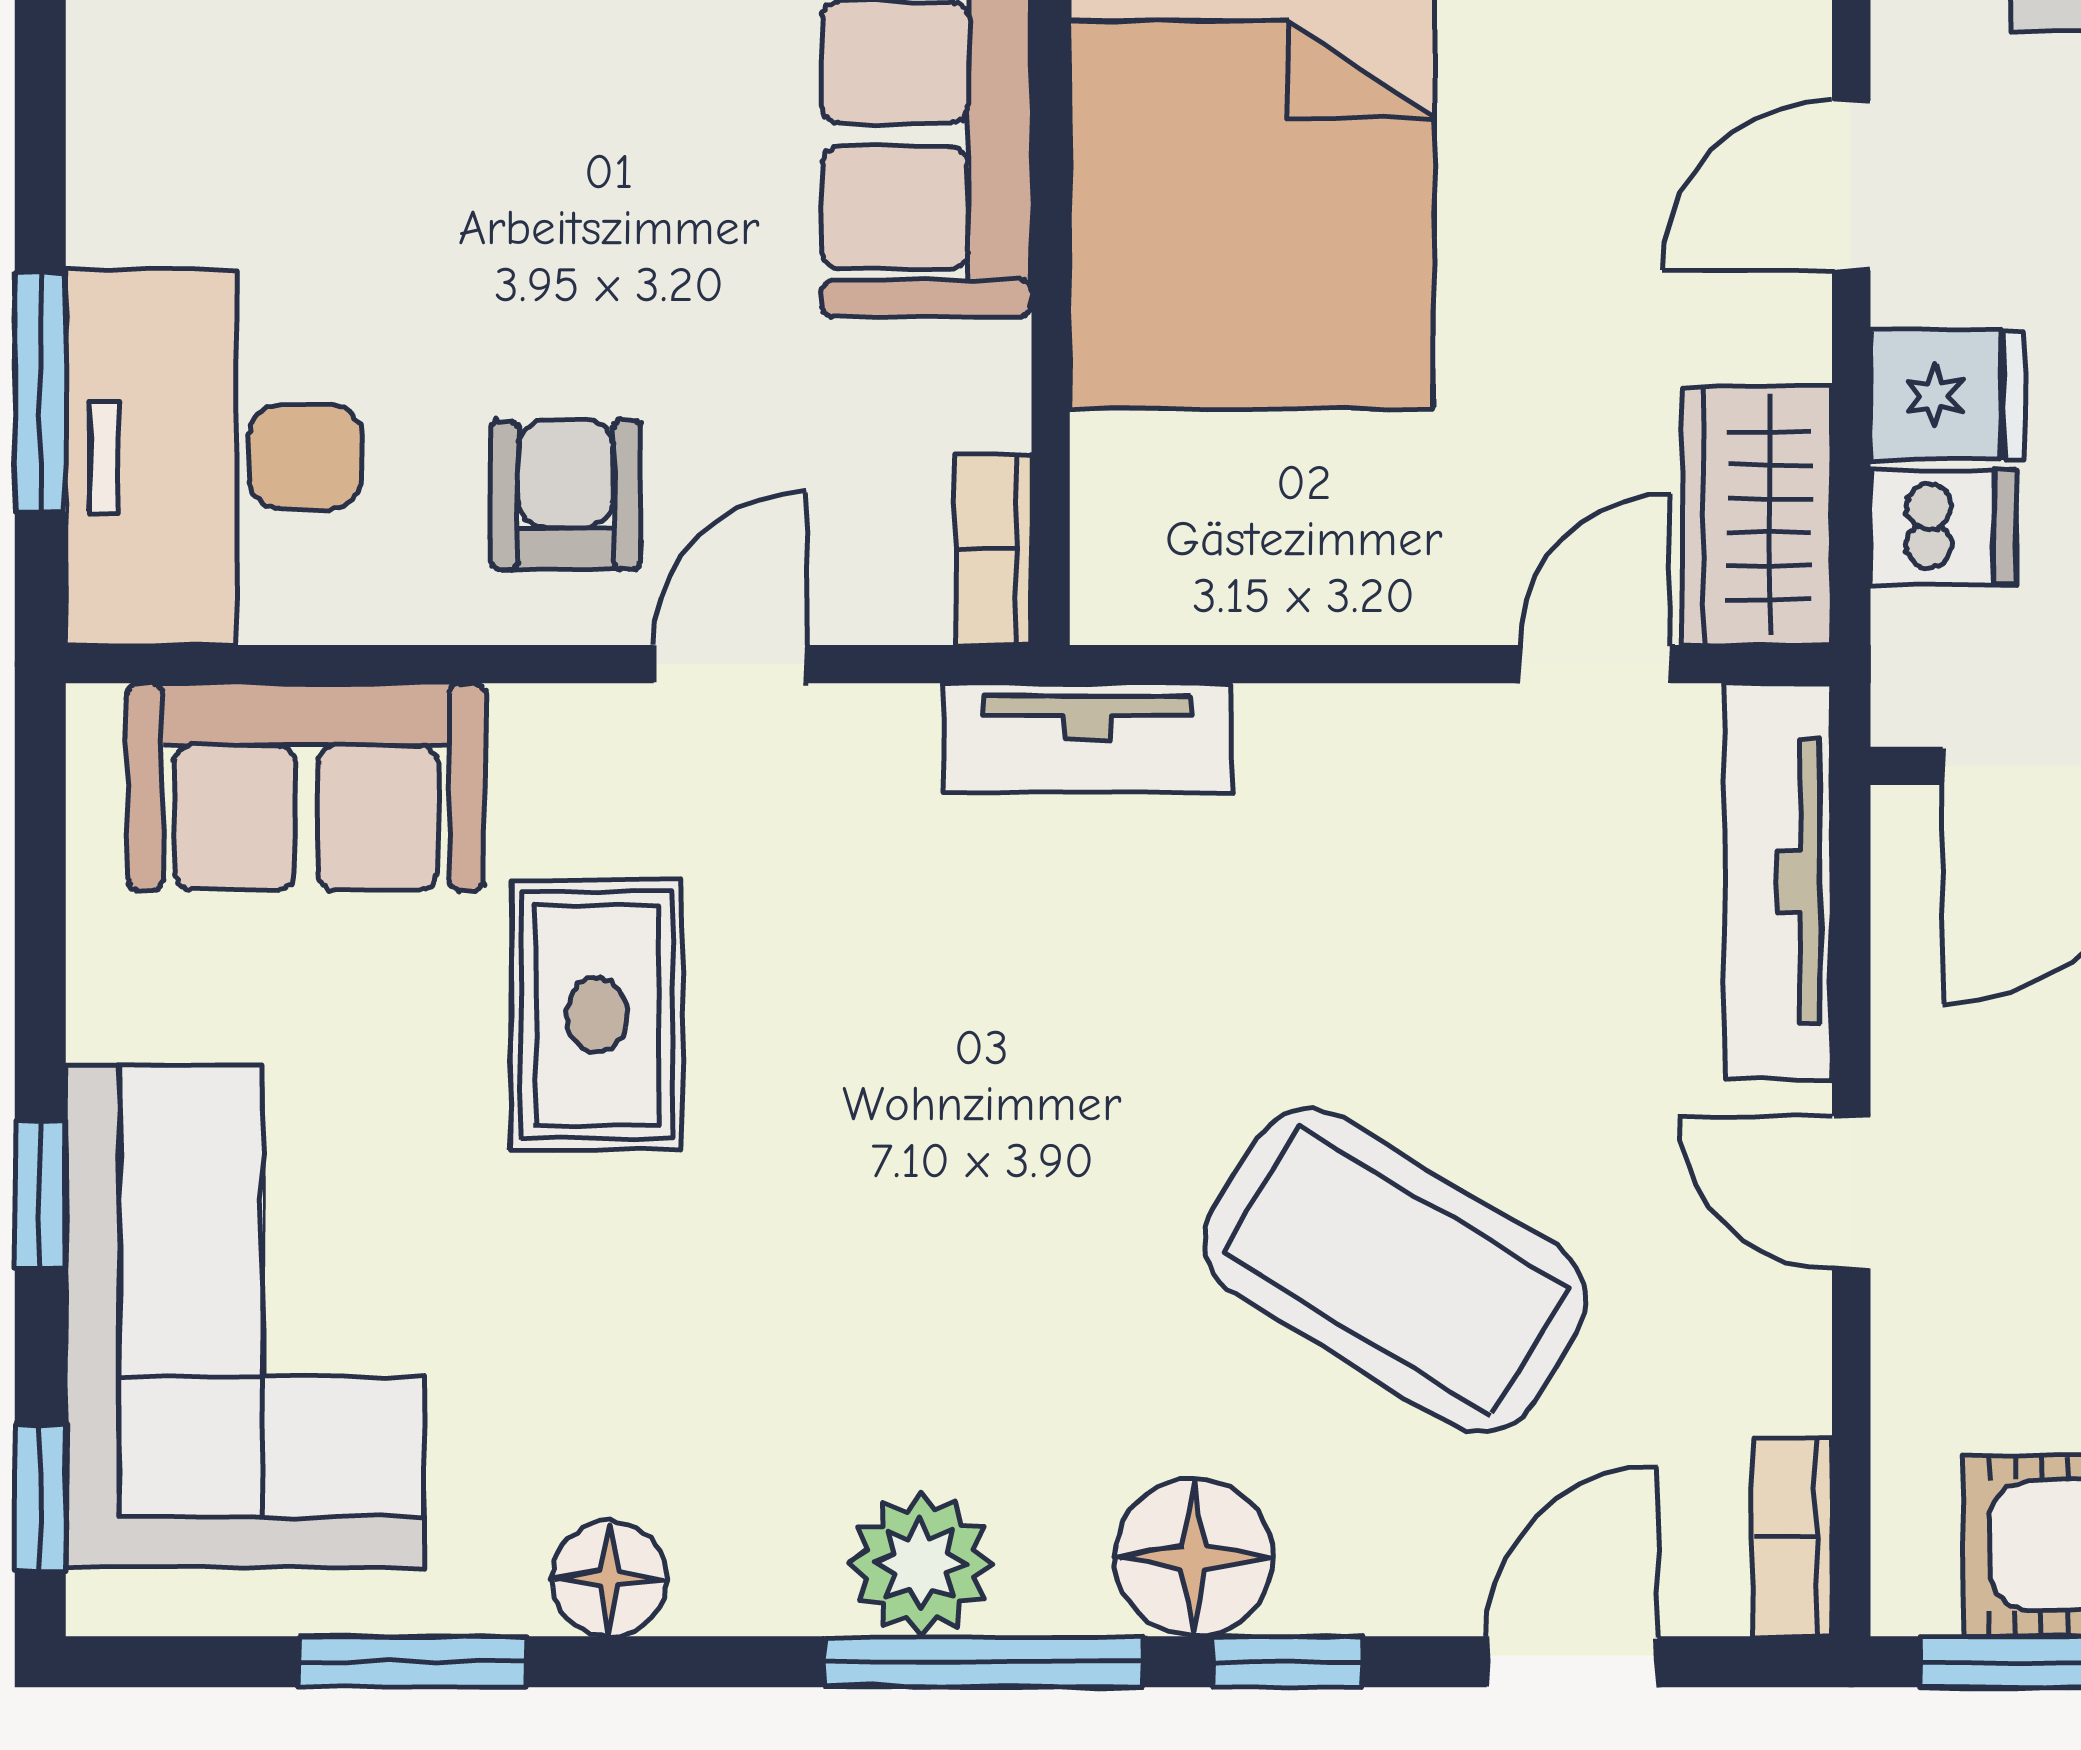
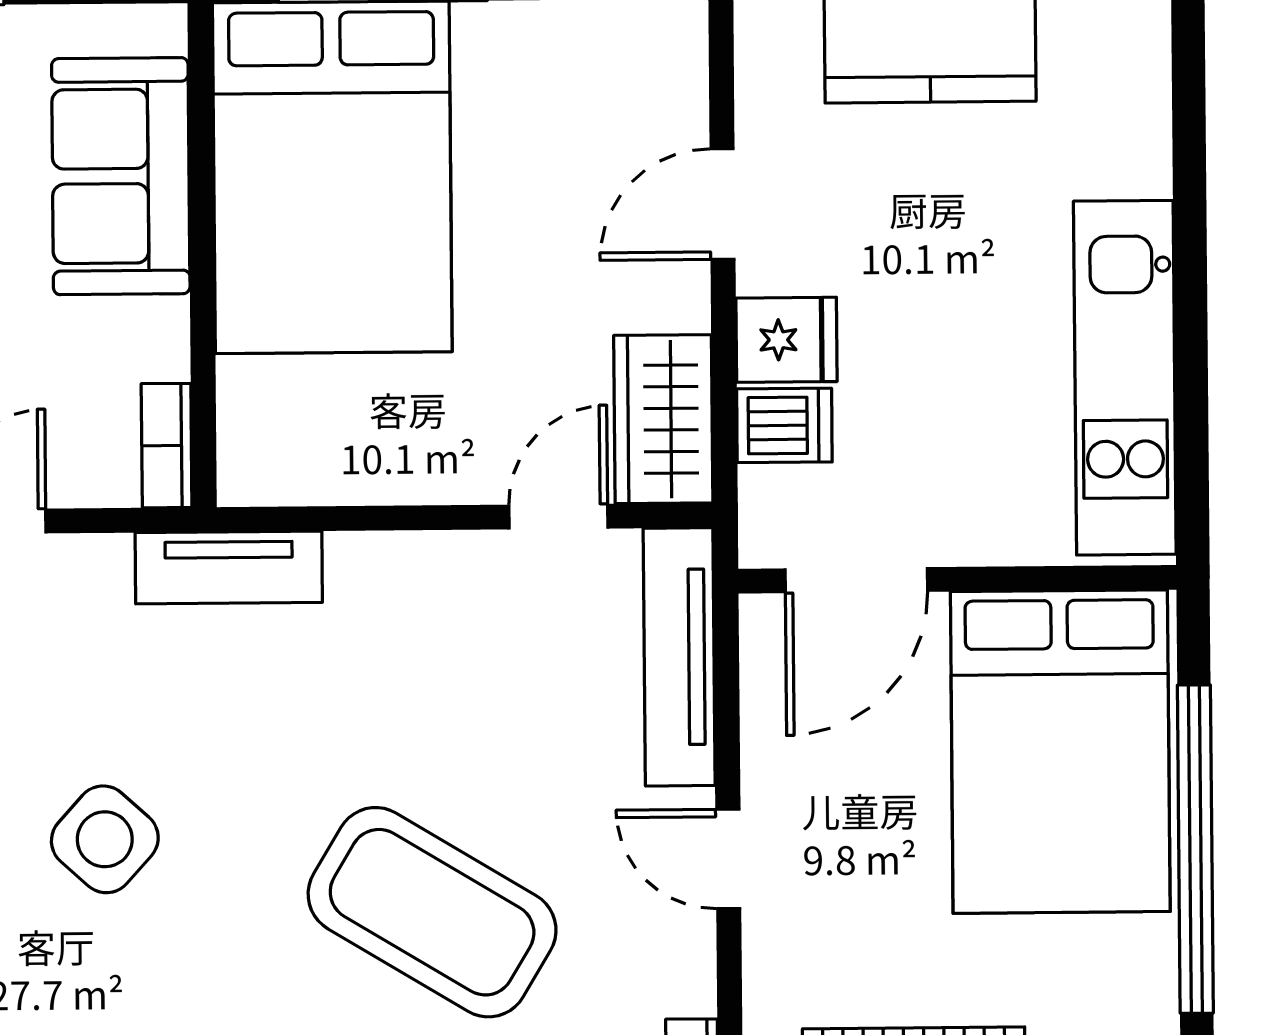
side table: (893, 1154) -> (105, 839), added

